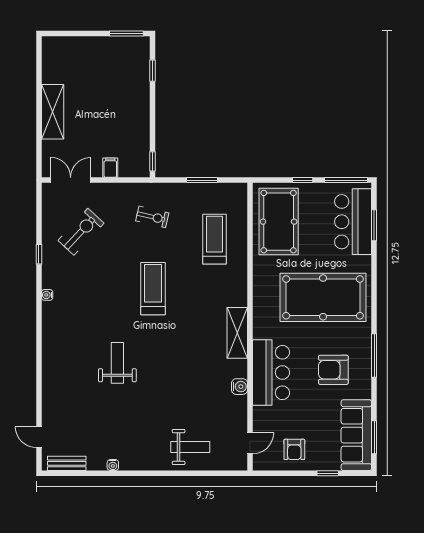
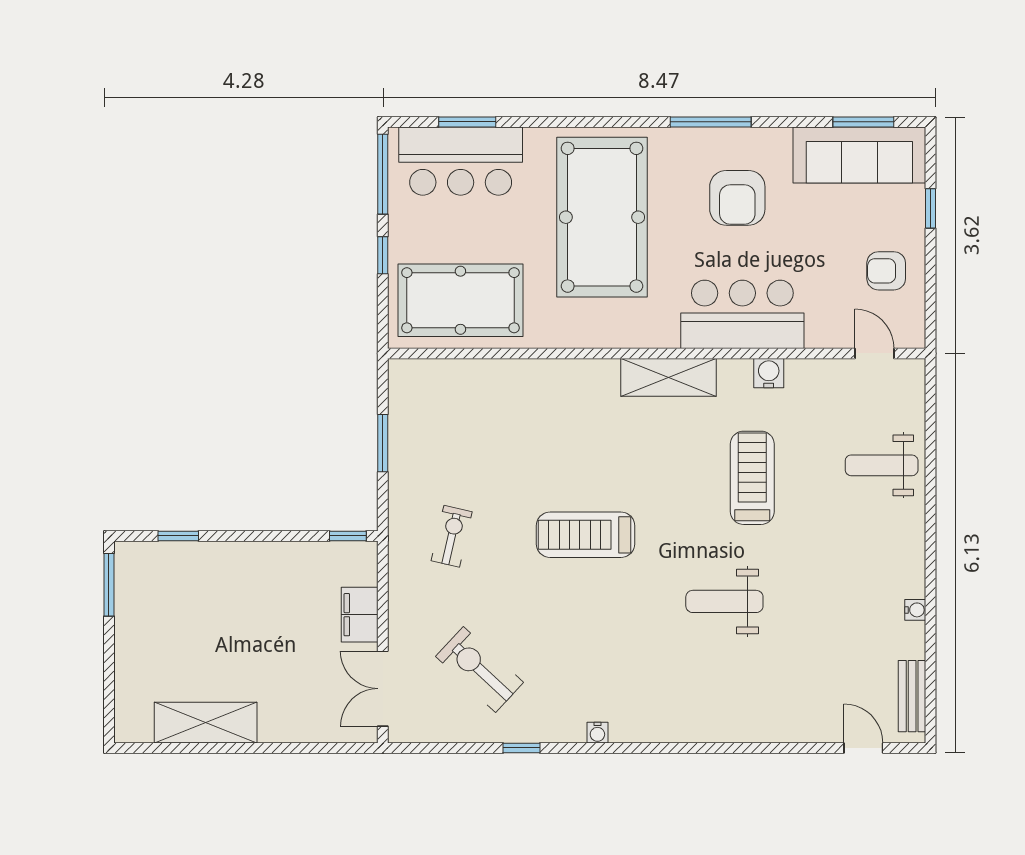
shelving: (53, 112) -> (206, 723), moved
filing cabinet: (110, 168) -> (360, 615), width x2.00
treadmill: (215, 239) -> (752, 478), moved, turned 90
door: (39, 437) -> (863, 748), swing flipped
weight bench: (190, 447) -> (882, 465), turned -90
armchair: (294, 449) -> (886, 271), turned 180

